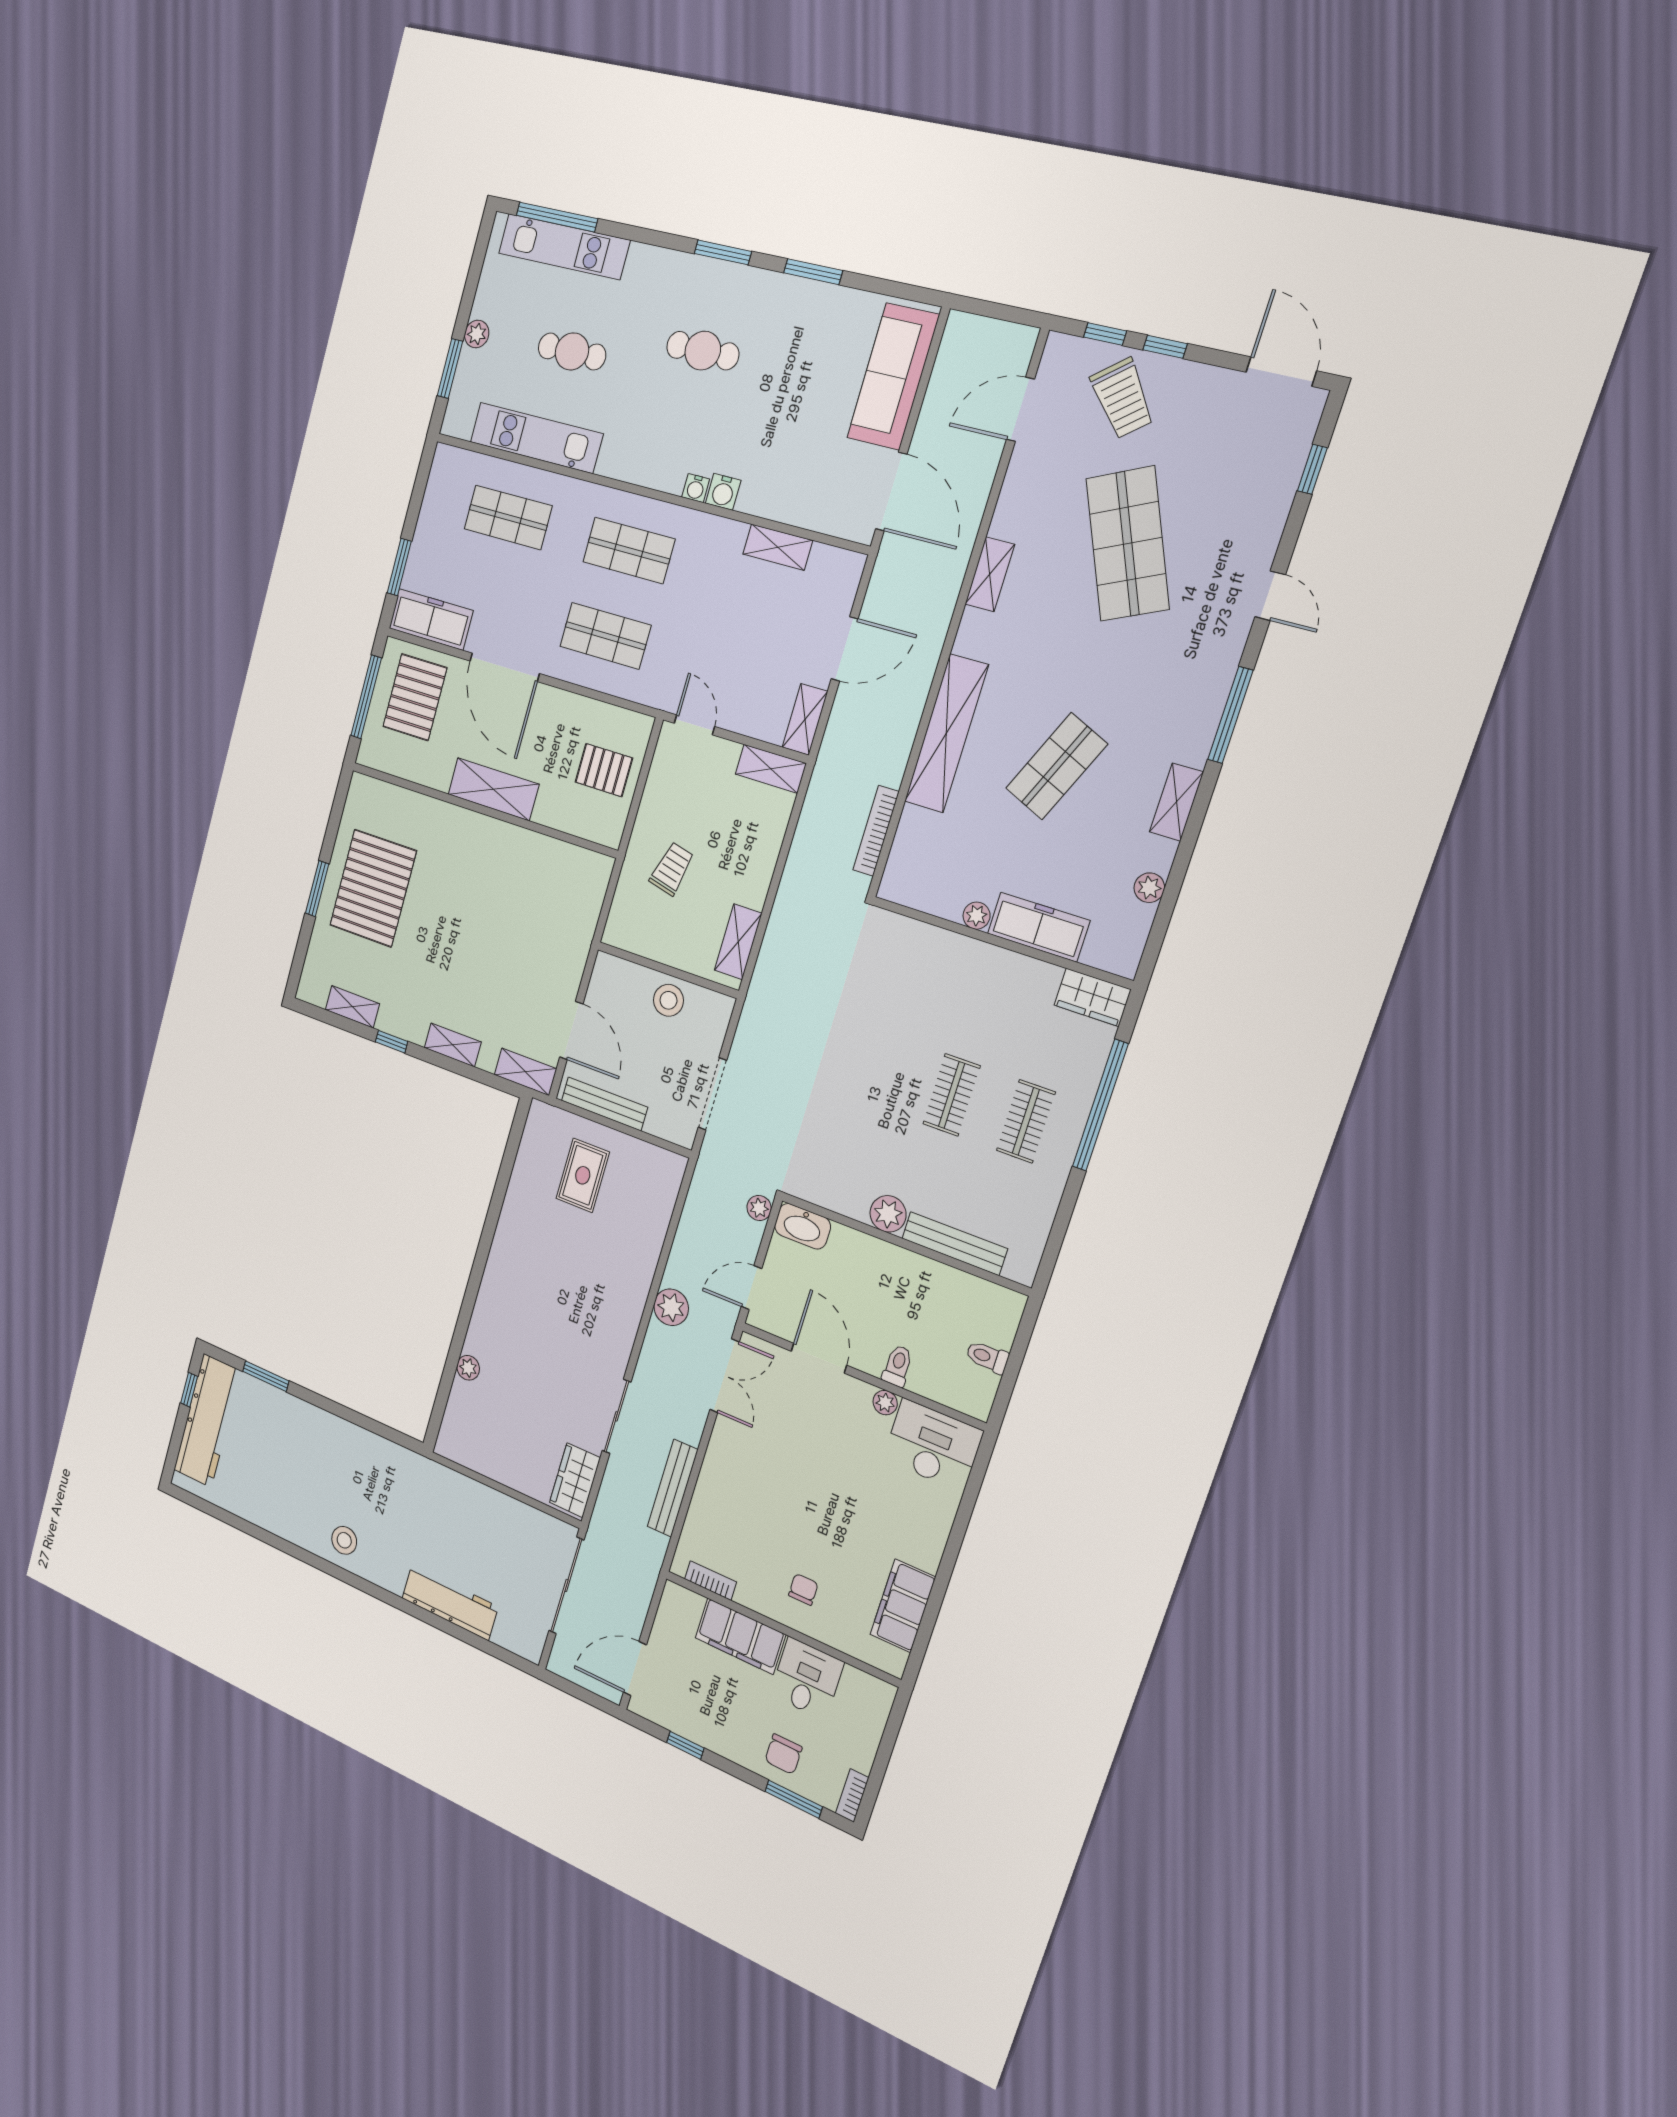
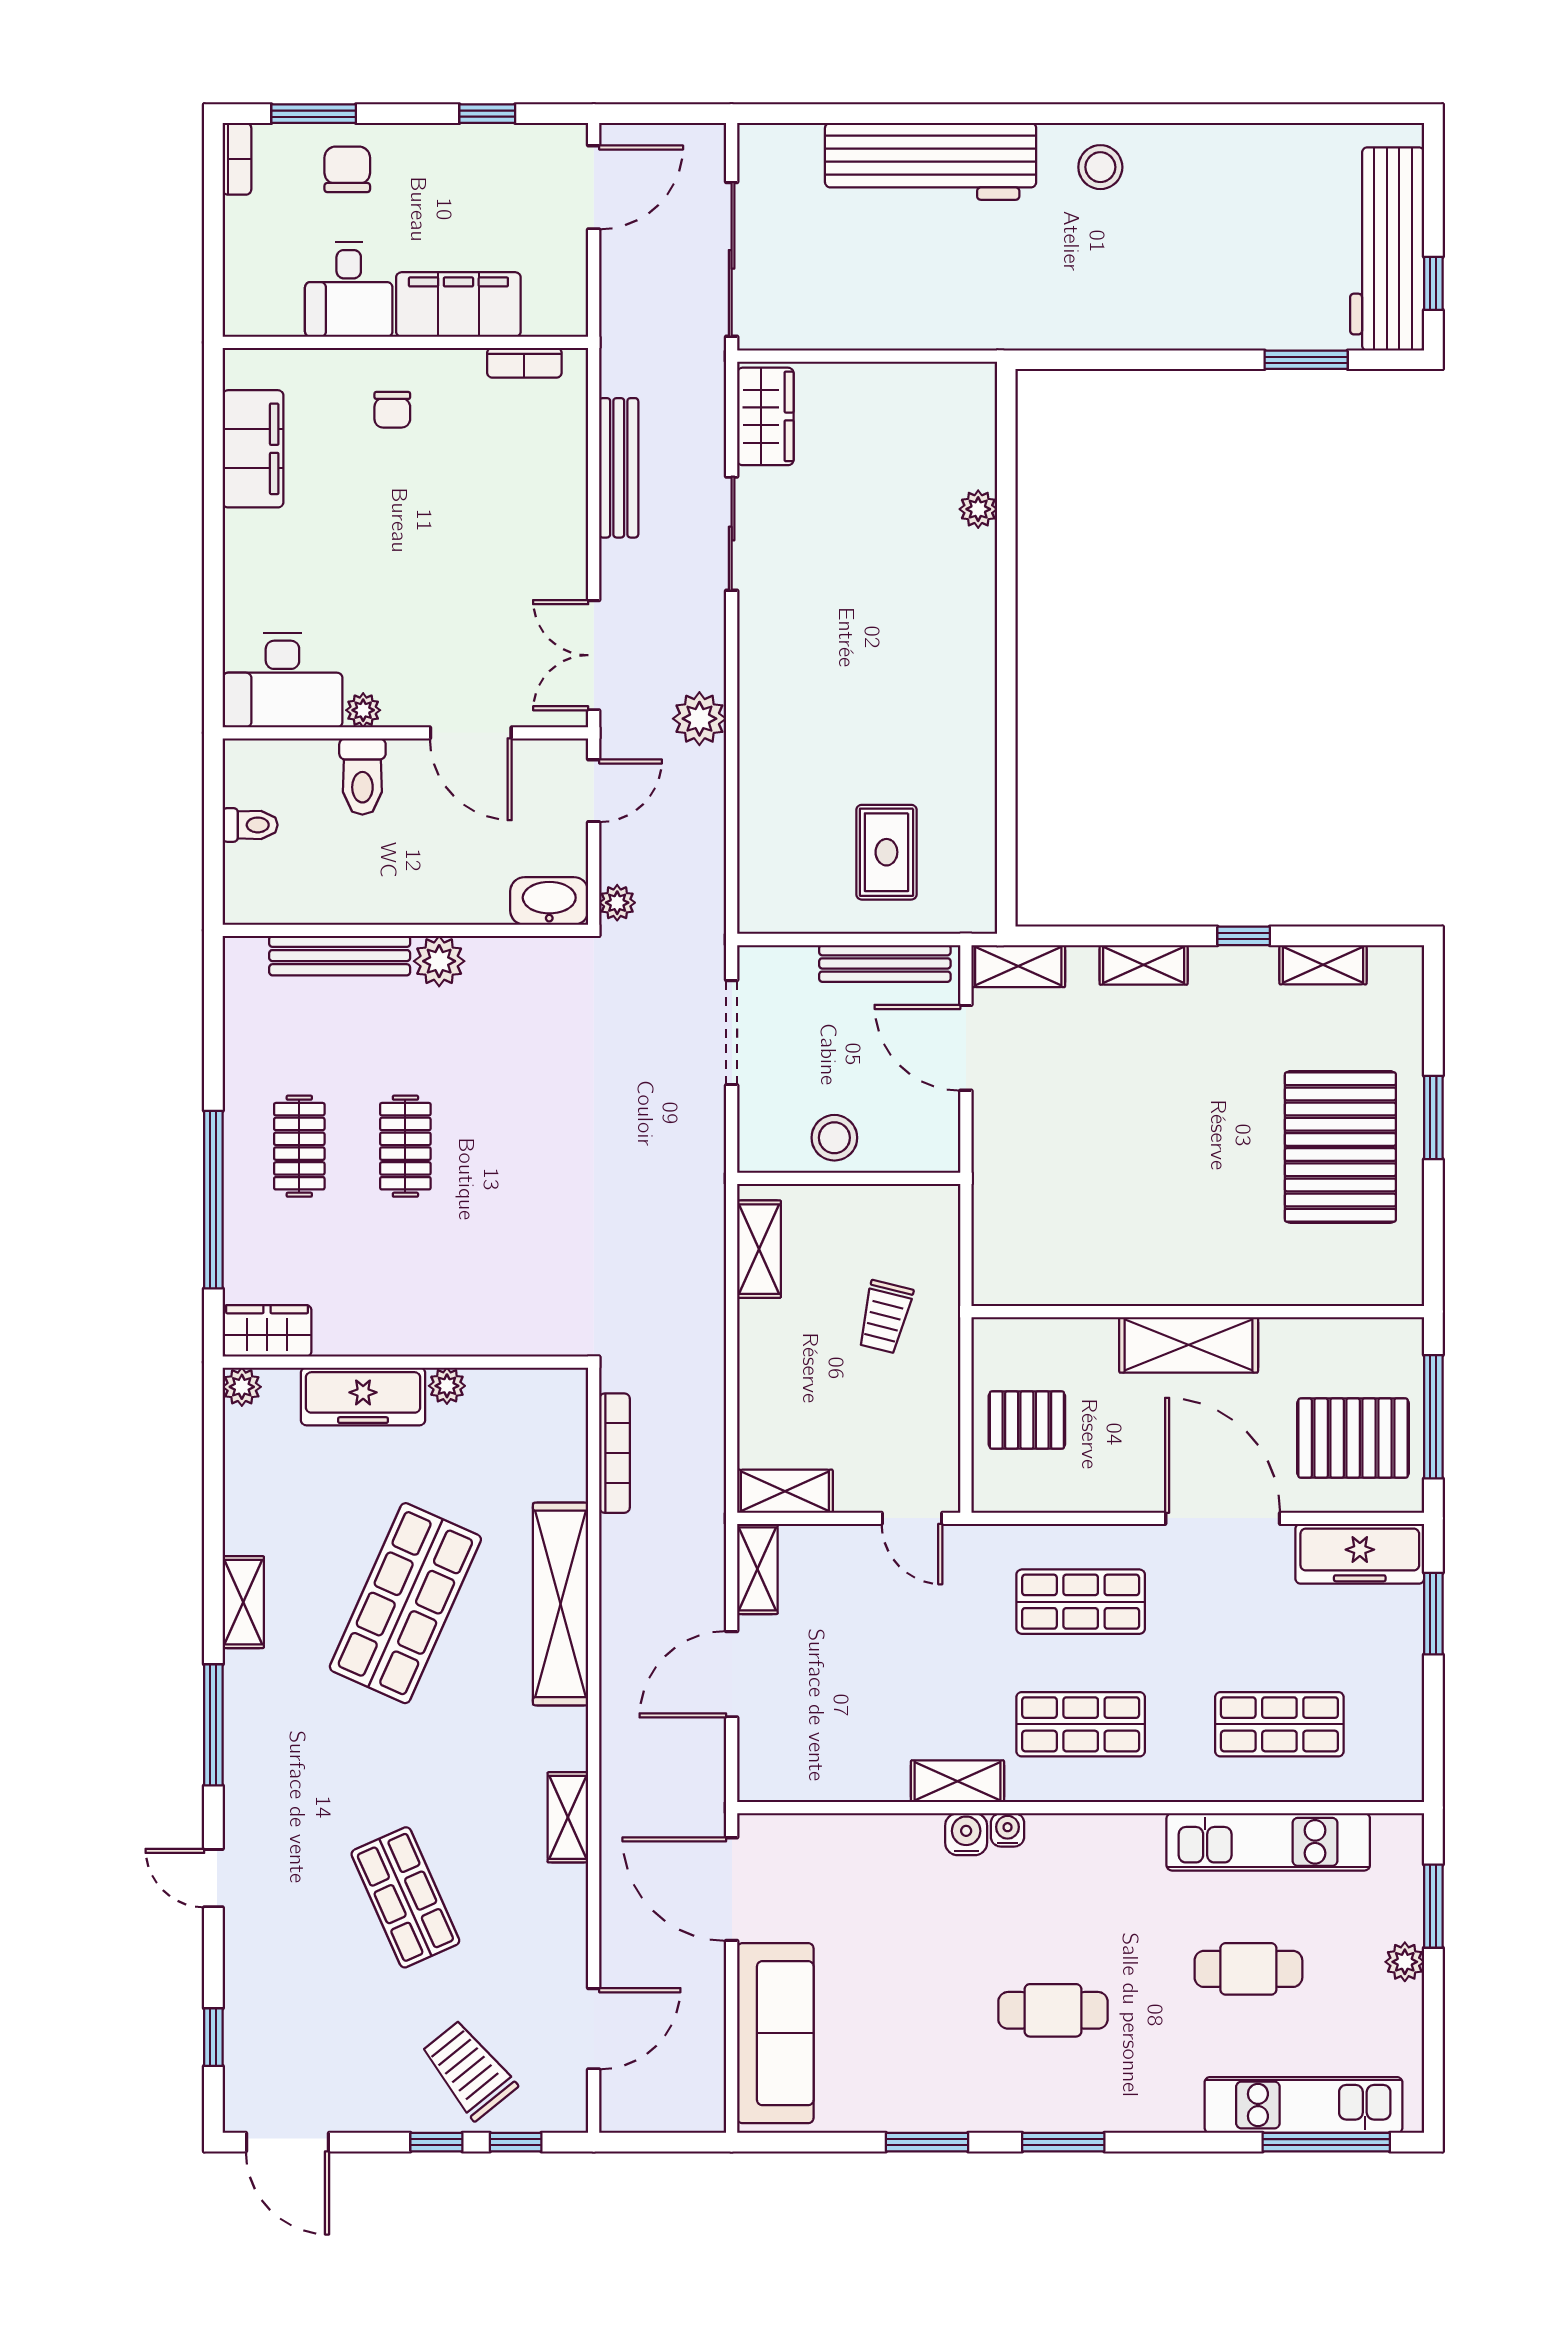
shop shelf: (1128, 544) -> (405, 1897), width x0.70, depth x0.74
shelving: (778, 547) -> (957, 1781), moved
pallet: (415, 697) -> (1353, 1438), turned 90
shop shelf: (1057, 766) -> (405, 1603), width x1.43, depth x1.36
plant: (1149, 888) -> (242, 1387), moved
toilet: (898, 1366) -> (362, 777), width x1.37, depth x1.39
workbench: (450, 1602) -> (931, 161), width x1.36, depth x1.32

